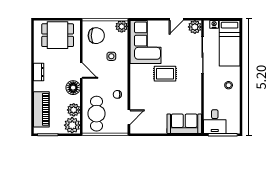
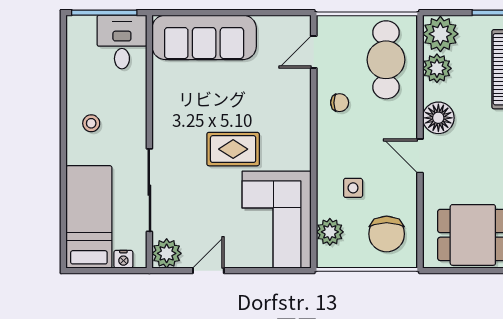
plant: (122, 26) -> (330, 232), moved
chair: (96, 36) -> (387, 234), turned -90
sofa: (184, 124) -> (204, 37), width x1.36

